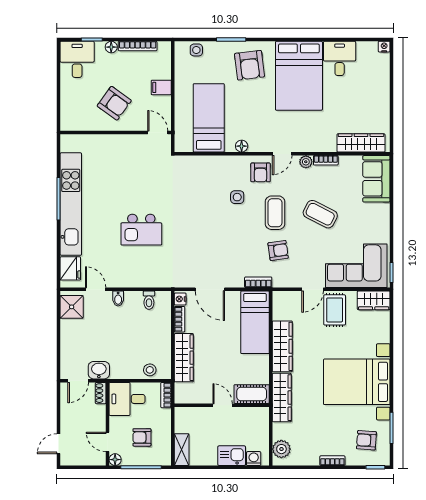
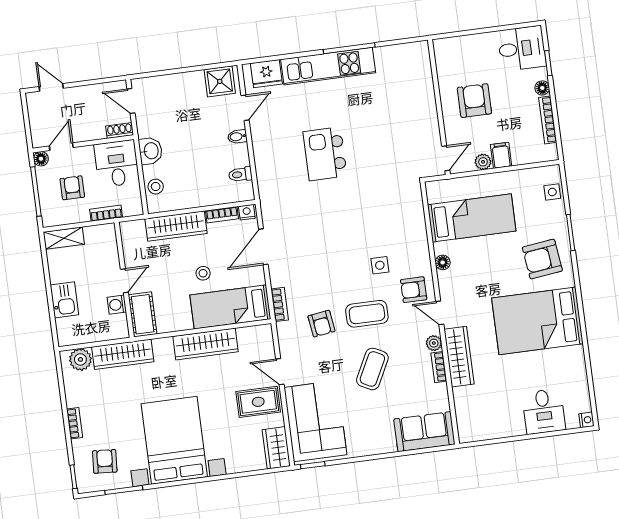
desk: (340, 58) -> (544, 411), moved, turned 90
armchair: (114, 103) -> (474, 101), turned 144
plant: (165, 103) -> (483, 162), added
wardrobe: (361, 143) -> (459, 357), moved
kitchen unit: (71, 204) -> (328, 66), width x0.73
stool: (225, 341) -> (203, 273), added
washbasin: (99, 370) -> (151, 151), moved
bookcase: (166, 395) -> (106, 213), moved
wardrobe: (282, 398) -> (123, 354), moved
washing machine: (254, 459) -> (117, 305), moved, turned 180

